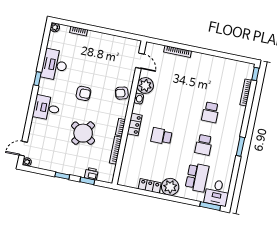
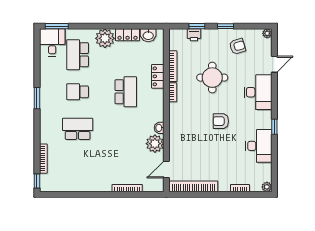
bookcase: (119, 41) -> (193, 186), added
door: (140, 61) -> (166, 169), hinge flipped
armchair: (122, 93) -> (237, 46), moved
desk: (46, 108) -> (258, 92), width x1.37
school desk: (210, 112) -> (78, 129), width x1.85
locker: (135, 124) -> (158, 76), moved
round table: (83, 133) -> (212, 78), turned -33
school desk: (161, 136) -> (126, 92), width x1.85
school desk: (204, 145) -> (78, 92), turned -90
door: (23, 149) -> (274, 64), moved
washbasin: (132, 182) -> (148, 35), added

